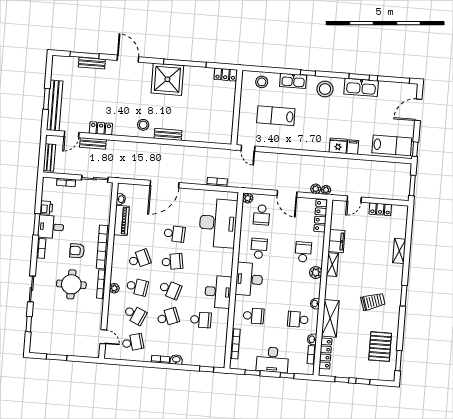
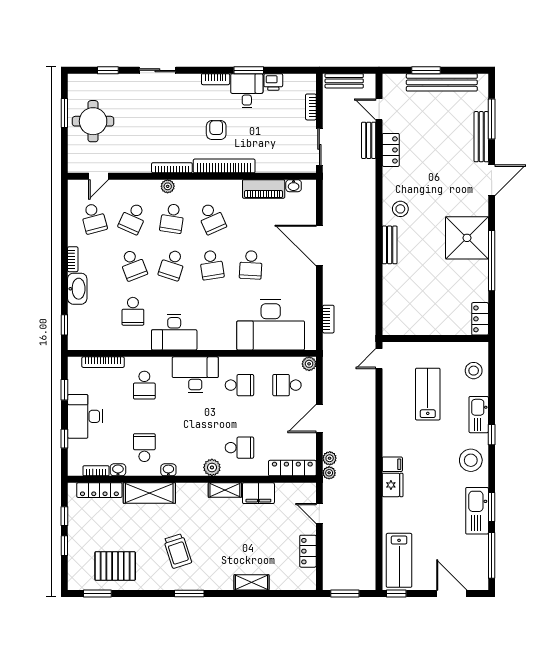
bench: (92, 63) -> (481, 137), width x1.36
bench: (55, 105) -> (442, 82), moved
filing cabinet: (353, 147) -> (392, 464), moved
round table: (71, 284) -> (93, 121), moved
washbasin: (176, 360) -> (77, 289), width x1.91, depth x1.45

